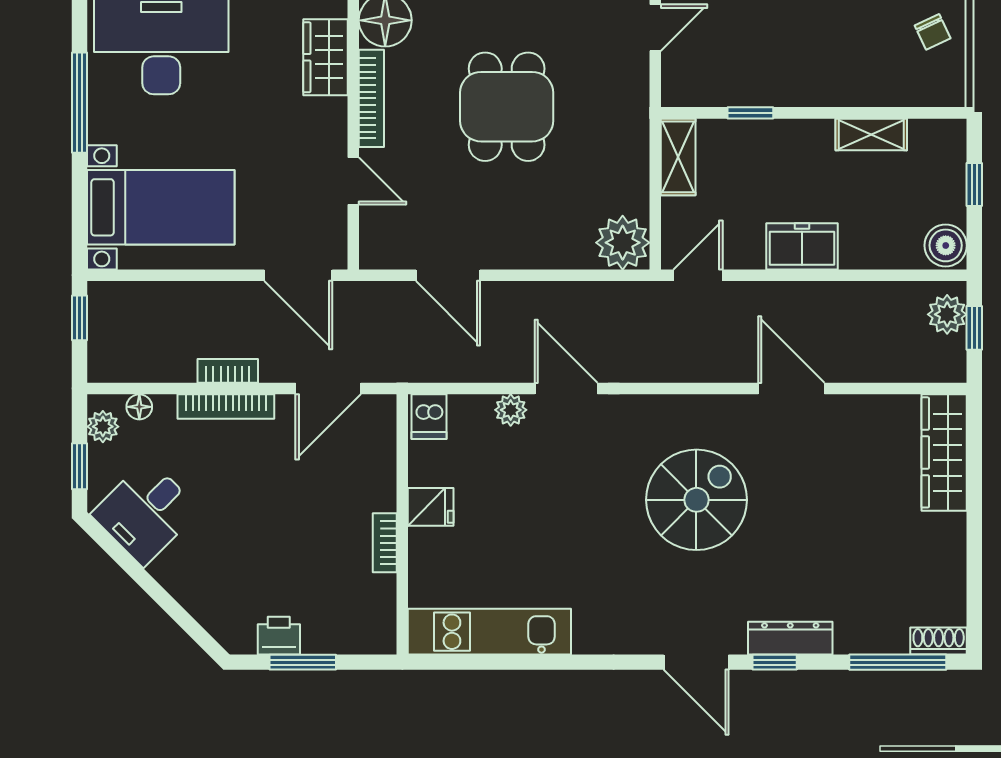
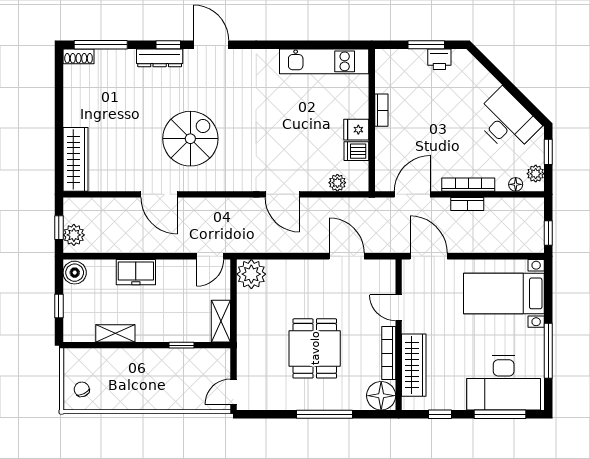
wardrobe: (325, 57) -> (414, 365), width x1.50
freezer: (802, 246) -> (136, 272), moved
plant: (511, 410) -> (337, 183), moved
dishwasher: (429, 417) -> (356, 151), moved, turned -90
spiral stairs: (696, 500) -> (190, 139), moved, turned 180
desk: (146, 512) -> (507, 121), width x1.37

